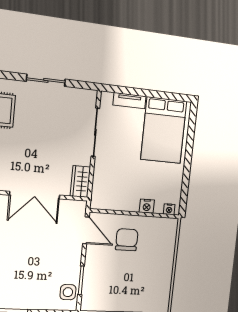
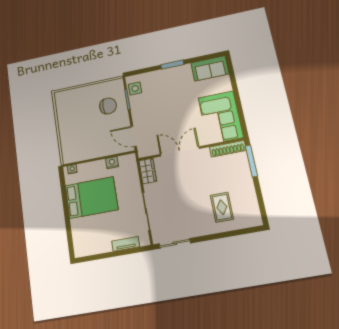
sliding door: (46, 80) -> (175, 243), moved
bed: (164, 130) -> (91, 198), moved, turned 90
nightstand: (147, 206) -> (112, 163), moved
chair: (127, 240) -> (108, 106), moved, turned -90

